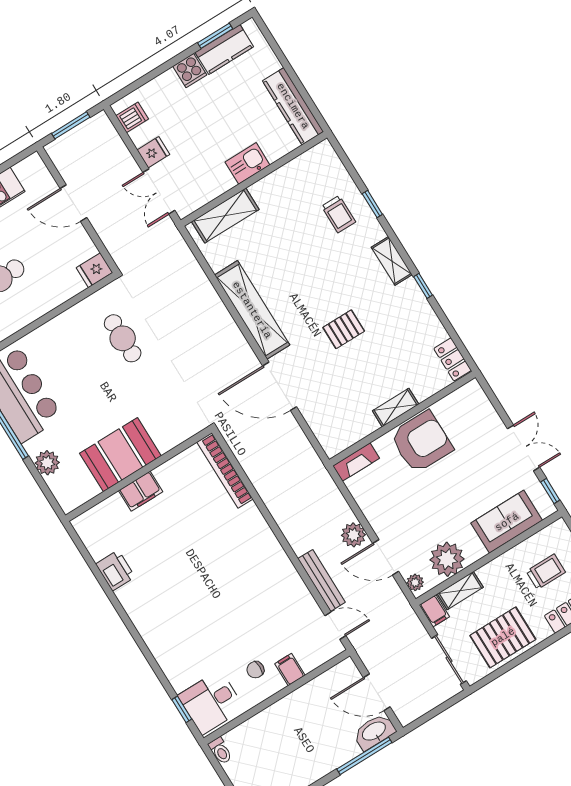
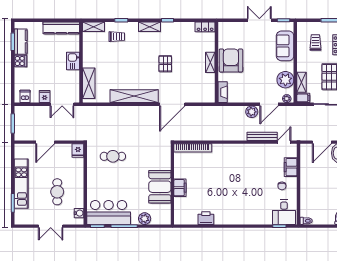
shelving: (330, 162) -> (93, 27), added
filing cabinet: (290, 670) -> (291, 167), width x2.00

